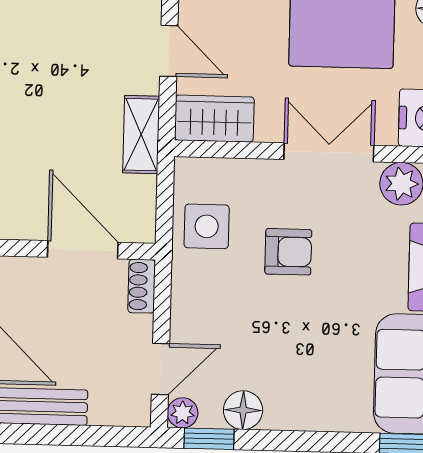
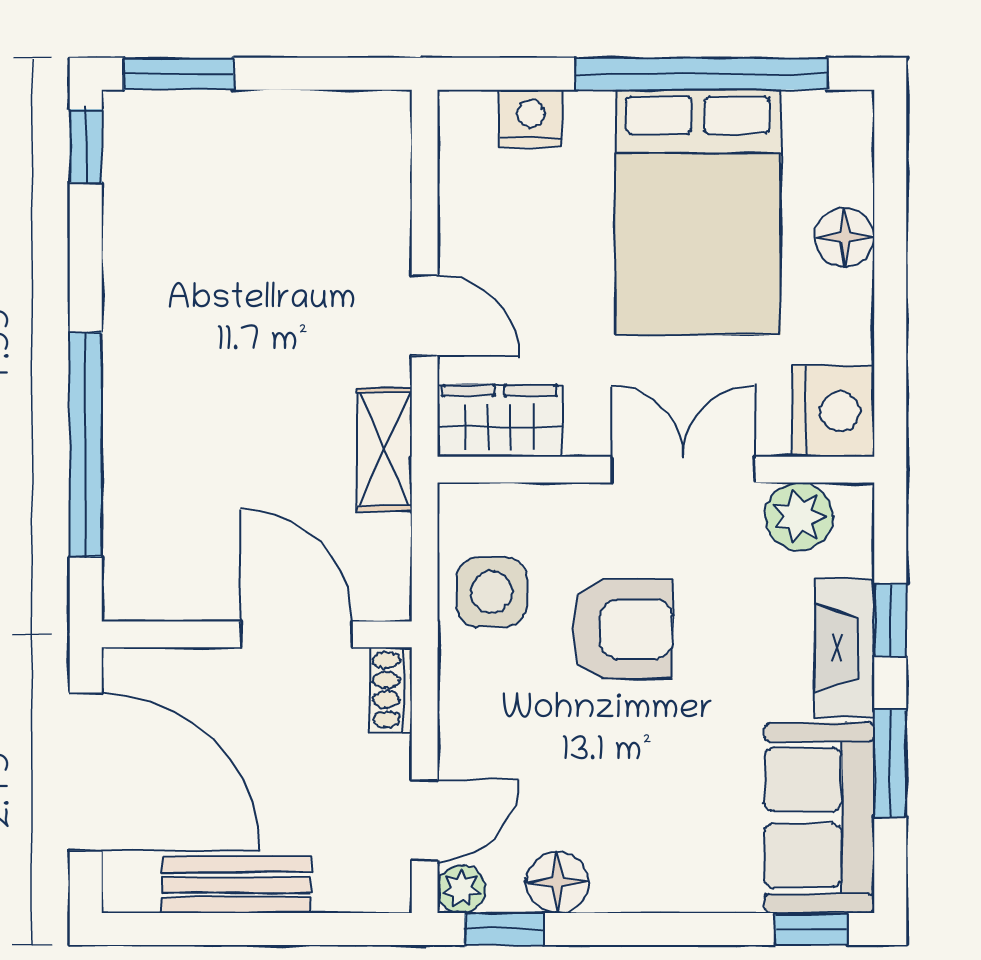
armchair: (288, 252) -> (622, 629), width x1.38, depth x1.38

